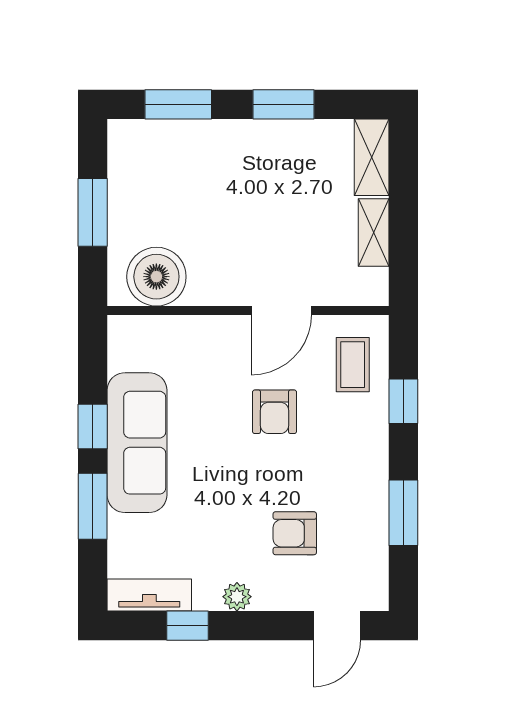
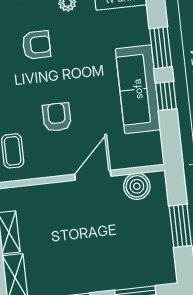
boiler: (156, 277) -> (137, 186), width x0.73, depth x0.73
door: (281, 311) -> (93, 175), moved

